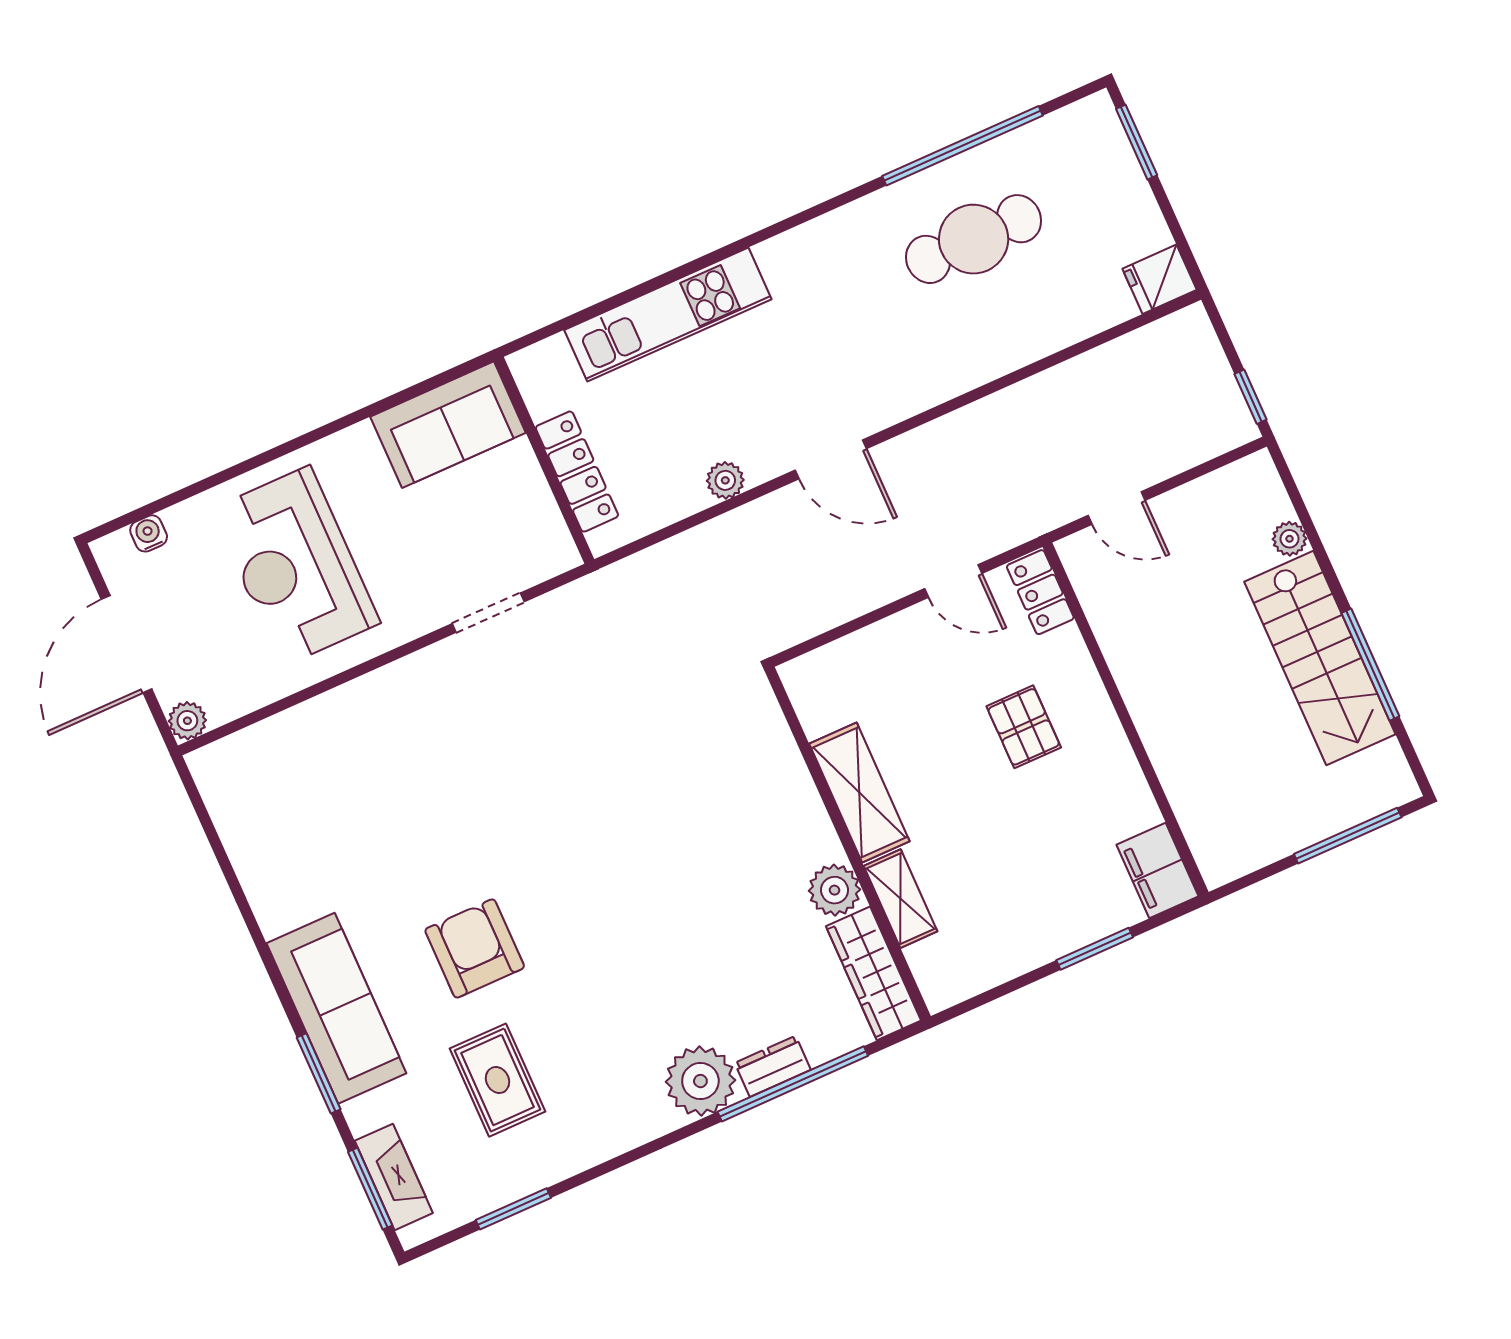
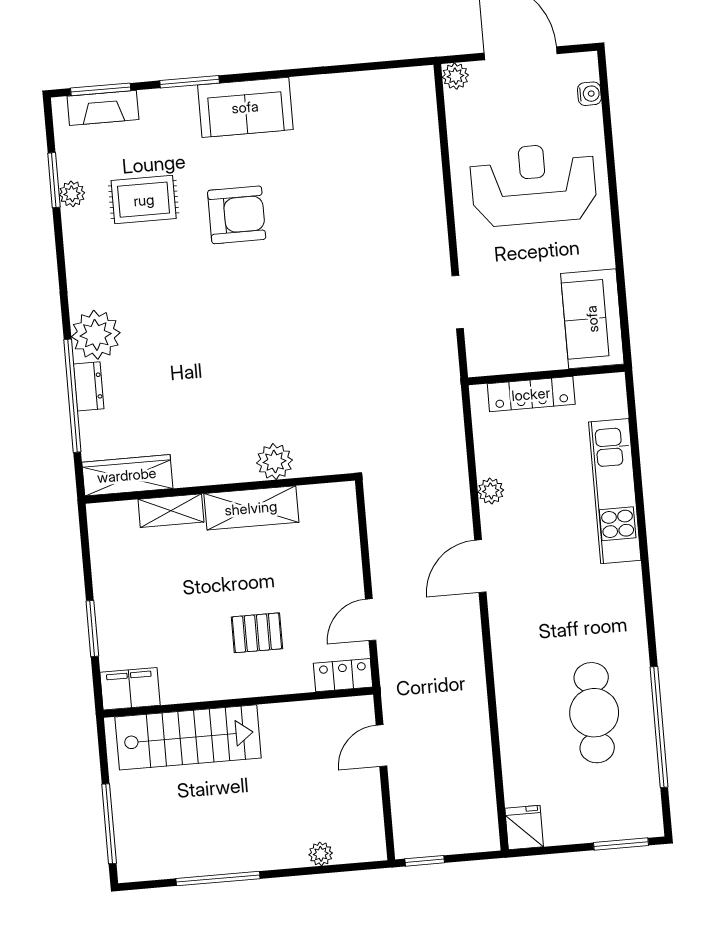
stairs: (1320, 658) -> (188, 737), moved, turned 180
plant: (834, 890) -> (275, 462), moved
sofa: (336, 1008) -> (245, 107), width x0.73
plant: (523, 1178) -> (72, 194), added

